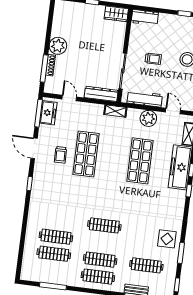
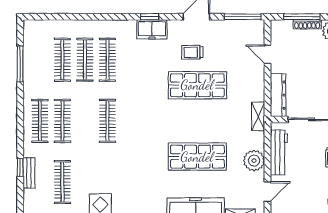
door: (69, 98) -> (268, 54), swing flipped
freezer: (48, 113) -> (152, 29), moved
clothes rail: (58, 220) -> (107, 60), added

